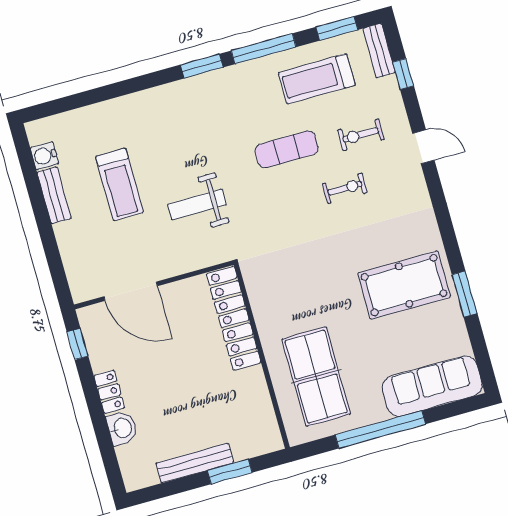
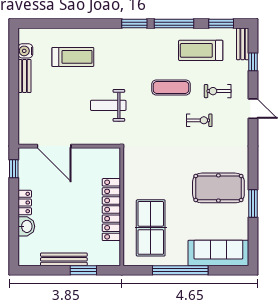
treadmill: (119, 184) -> (73, 57), moved, turned -90
locker: (234, 318) -> (111, 210), moved

